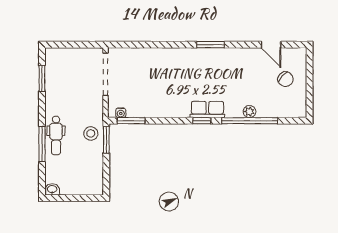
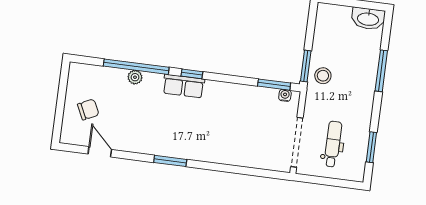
chair: (286, 79) -> (88, 109), turned 113
dental chair: (56, 135) -> (333, 144), moved
washbasin: (52, 189) -> (368, 19), width x1.91, depth x1.45

